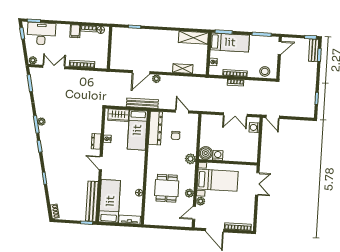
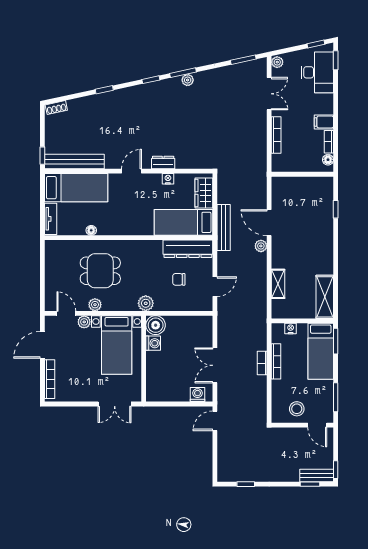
stool: (265, 71) -> (297, 409), moved

